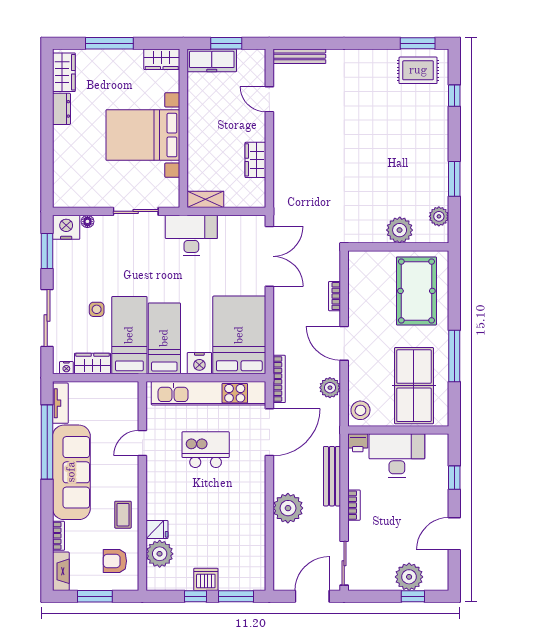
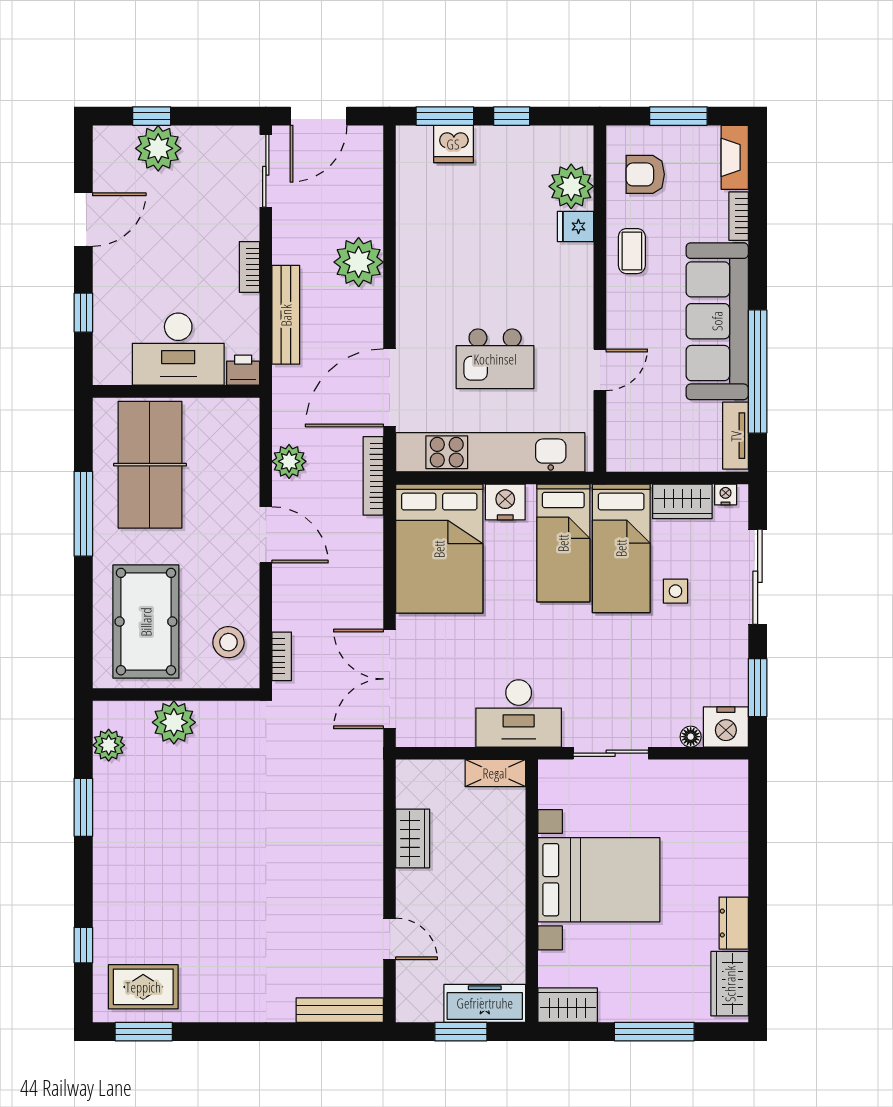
bookcase: (334, 296) -> (282, 656), moved
stool: (360, 410) -> (228, 642), moved
armchair: (115, 561) -> (645, 174), turned 180
dishwasher: (206, 579) -> (453, 144), moved

